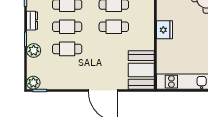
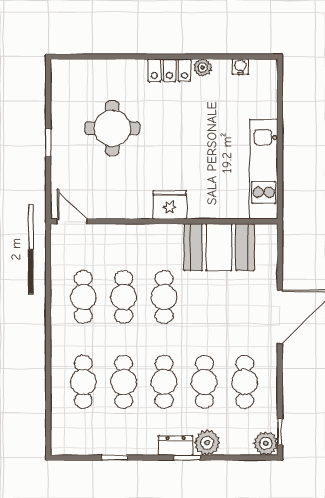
dresser: (32, 21) -> (176, 446), moved
booth: (141, 70) -> (219, 247), moved
cafe table: (67, 71) -> (245, 382), added

